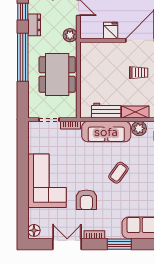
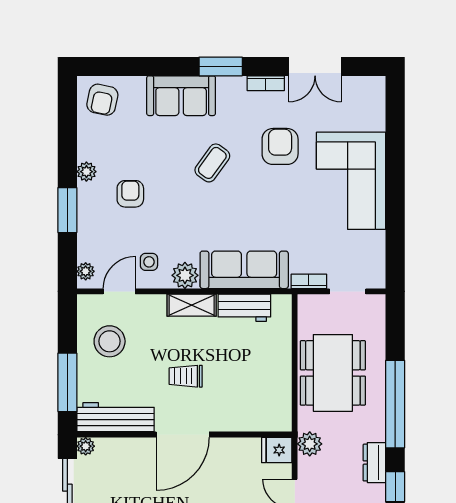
fridge: (111, 30) -> (277, 450), moved, turned 90
coffee table: (118, 173) -> (212, 163), moved
floor lamp: (34, 230) -> (375, 91), removed

